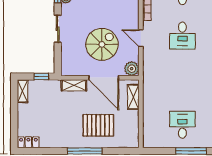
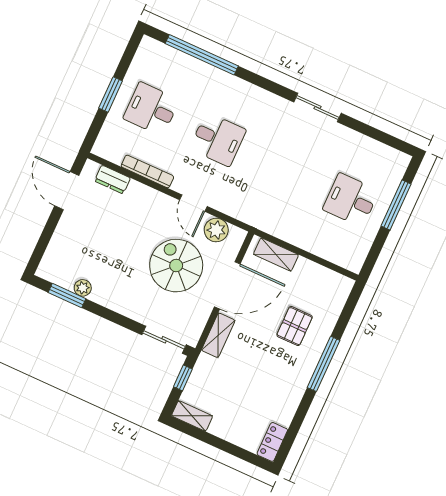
sliding door: (58, 29) -> (164, 340), moved
door: (141, 38) -> (193, 203), hinge flipped
plant: (132, 69) -> (216, 230), moved
pallet: (98, 125) -> (295, 326), width x0.67, depth x0.71

